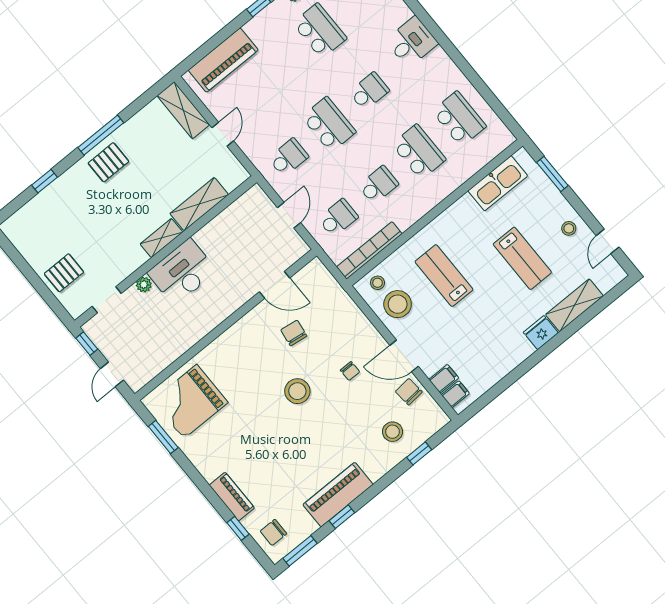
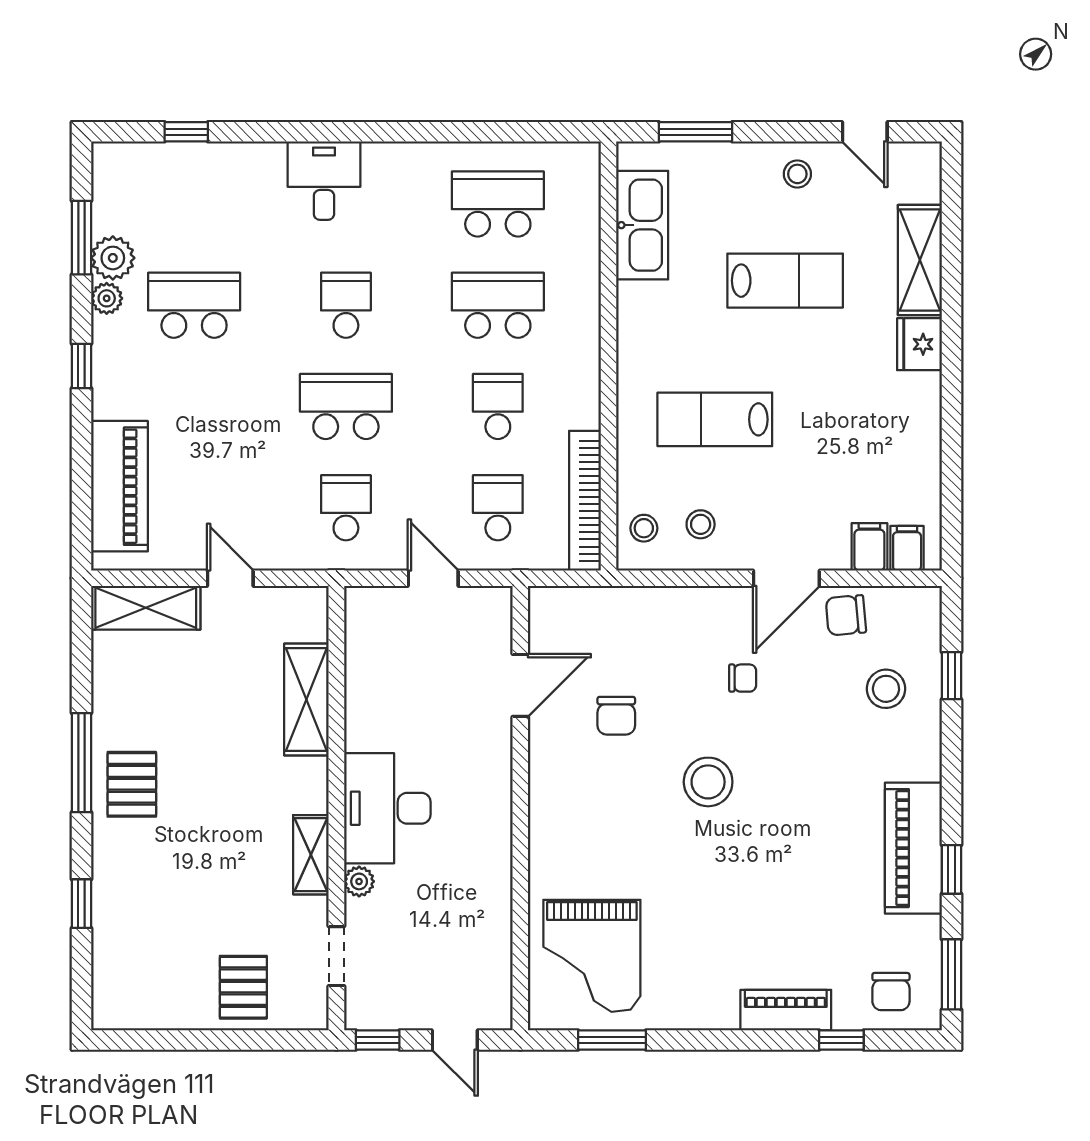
shelving: (161, 238) -> (311, 855), moved
stool: (398, 304) -> (701, 524), width x0.53, depth x0.53
chair: (294, 333) -> (616, 716), turned -98

